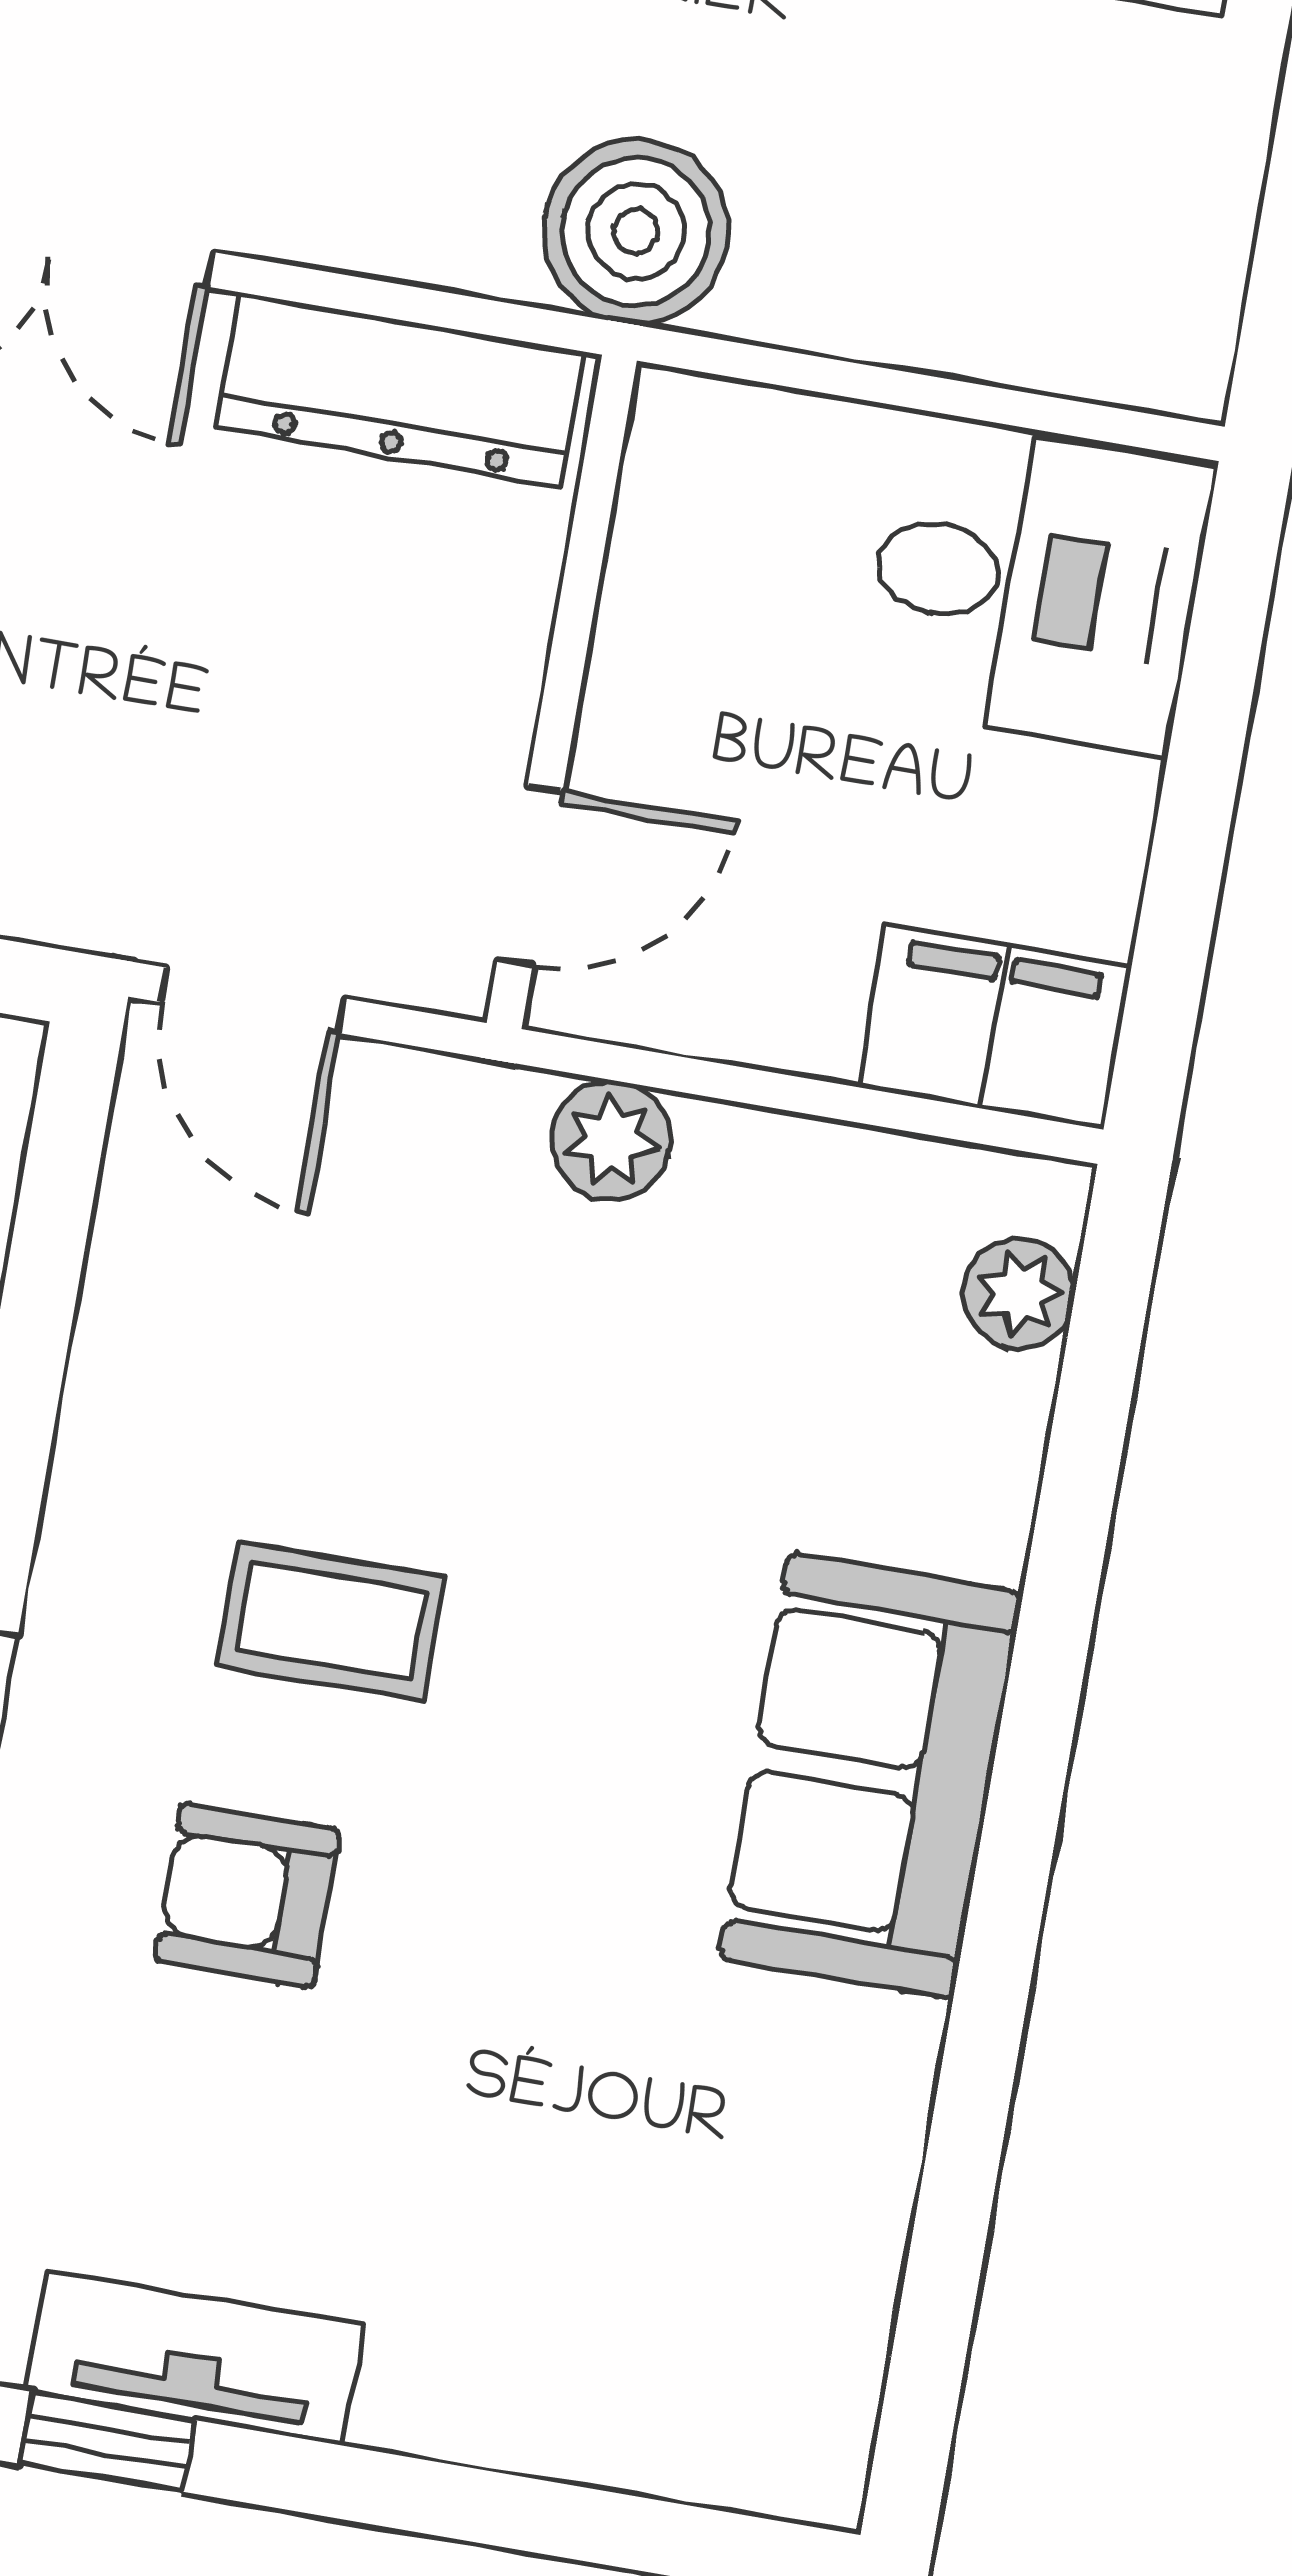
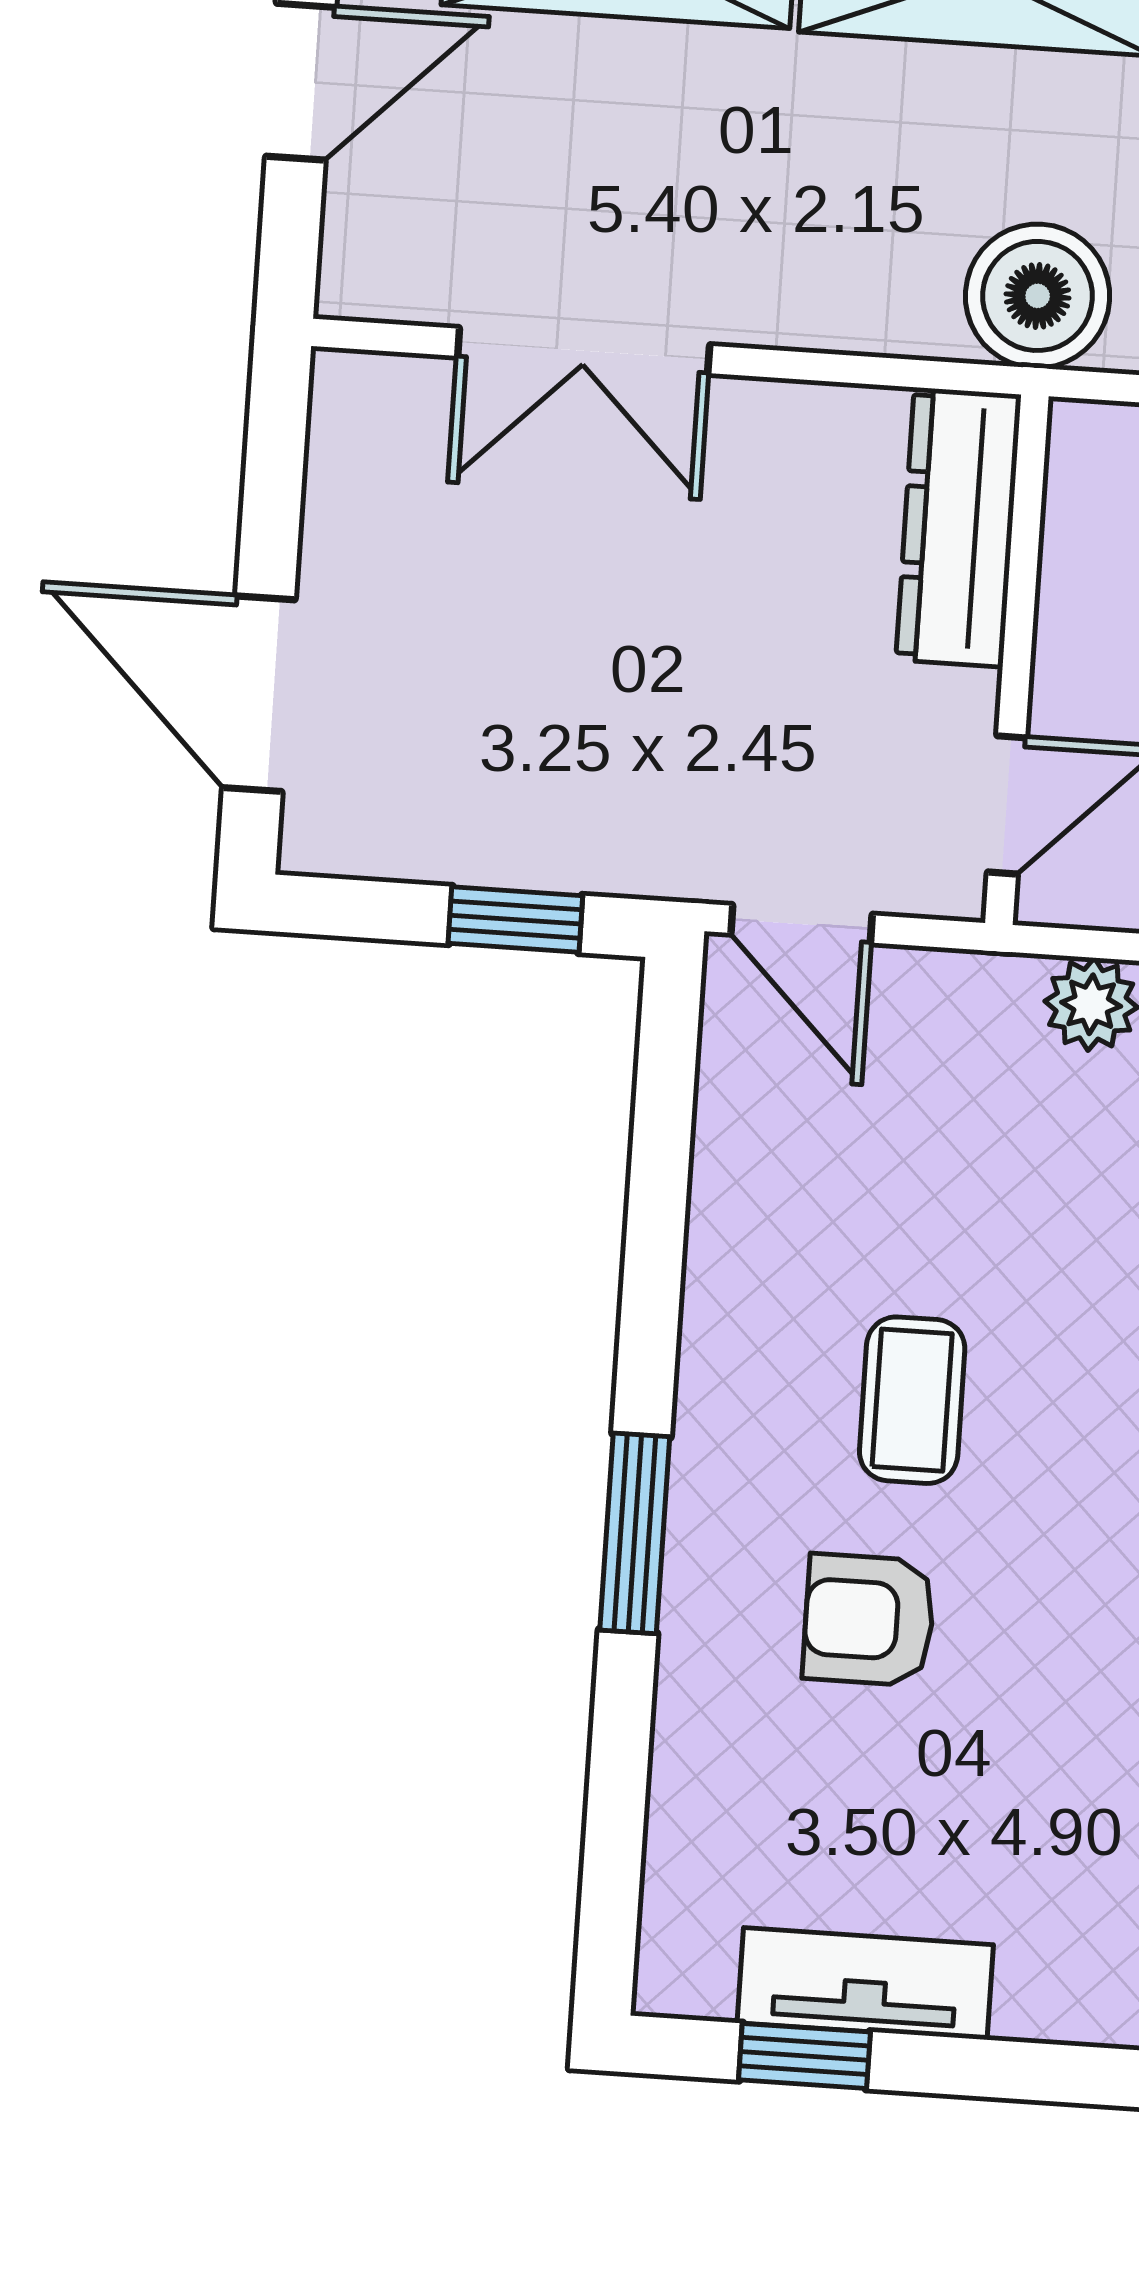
dresser: (400, 389) -> (958, 527), moved, turned 90
coffee table: (331, 1621) -> (912, 1400), turned 90

